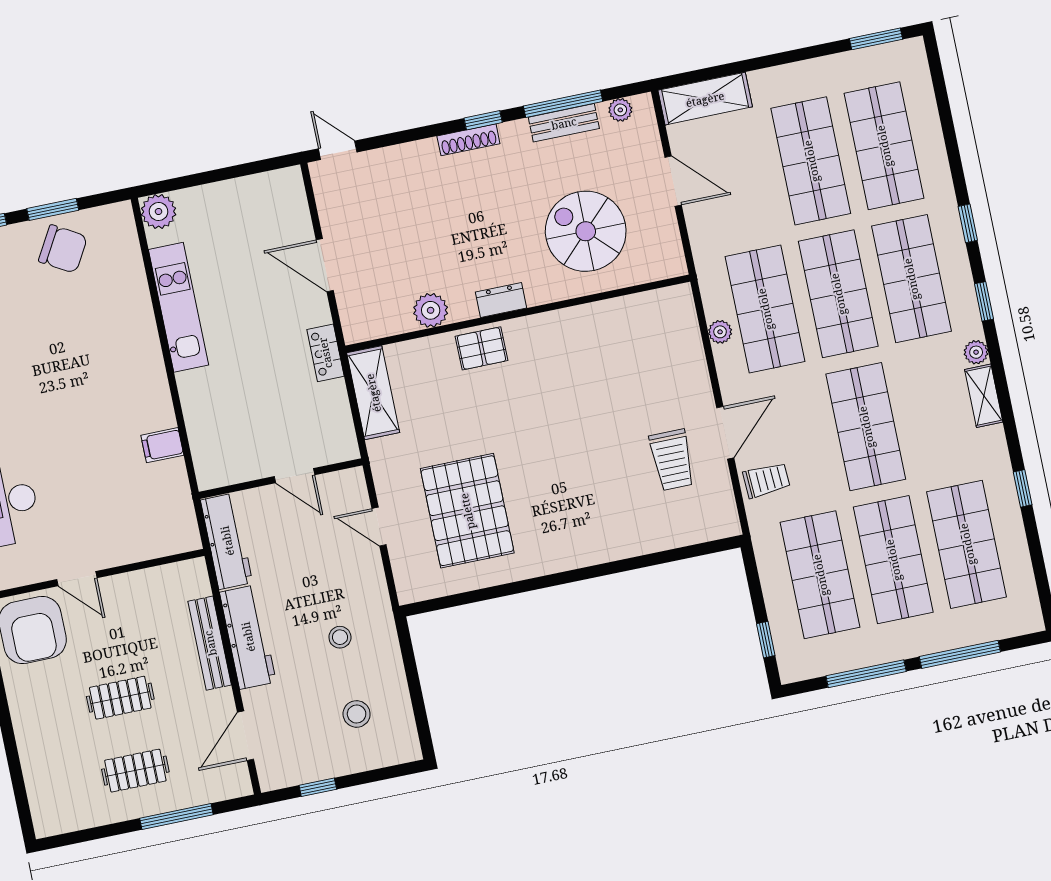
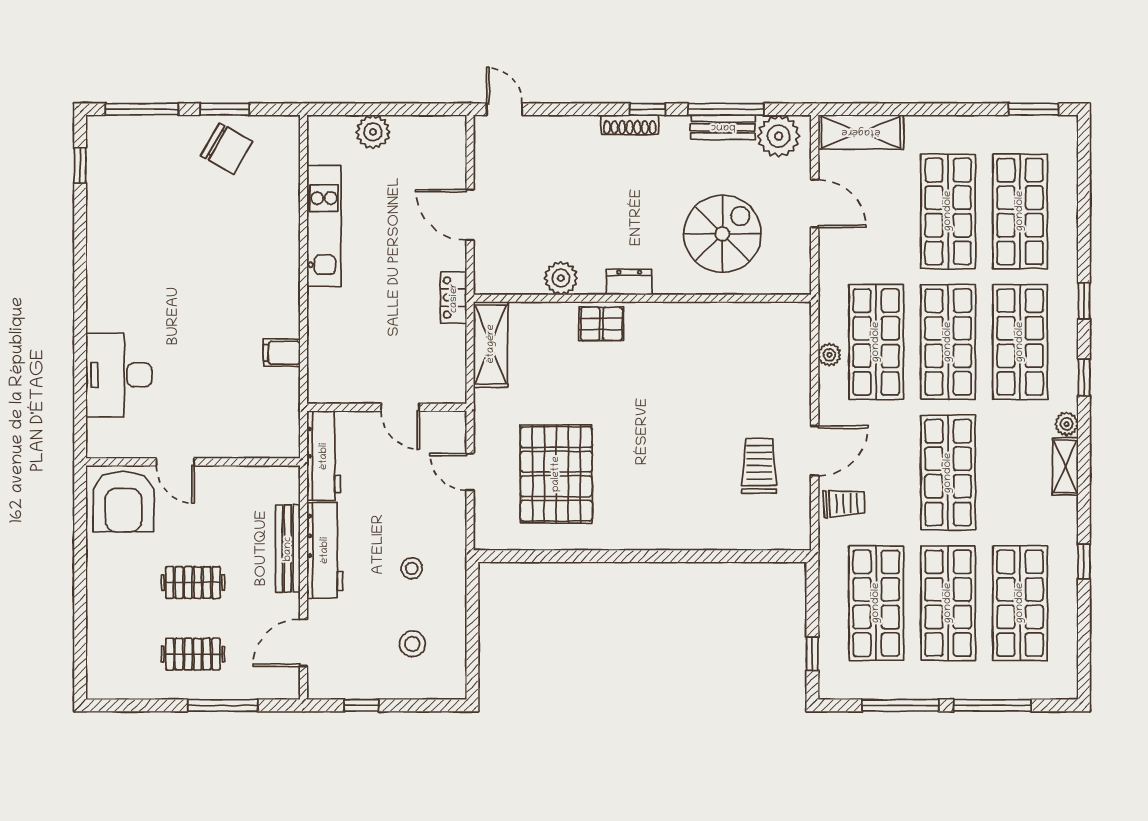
plant: (620, 110) -> (779, 136), width x1.87, depth x1.87
plant: (159, 212) -> (373, 132), moved
spiral stairs: (586, 231) -> (722, 234), turned 90
trolley: (672, 460) -> (759, 466), turned 180

